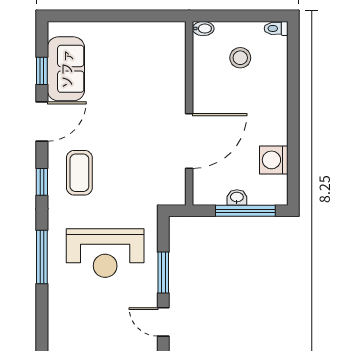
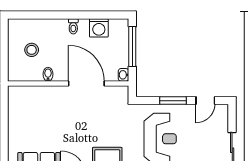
toilet: (276, 28) -> (73, 26), moved
bidet: (203, 29) -> (48, 74), moved
washbasin: (237, 197) -> (124, 75), moved

